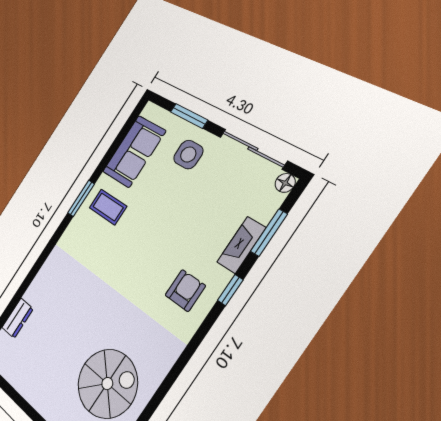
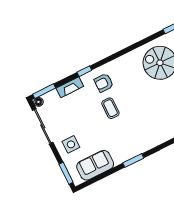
window: (189, 116) -> (66, 173), moved
coffee table: (108, 207) -> (110, 108), moved
window: (269, 233) -> (44, 91), moved

